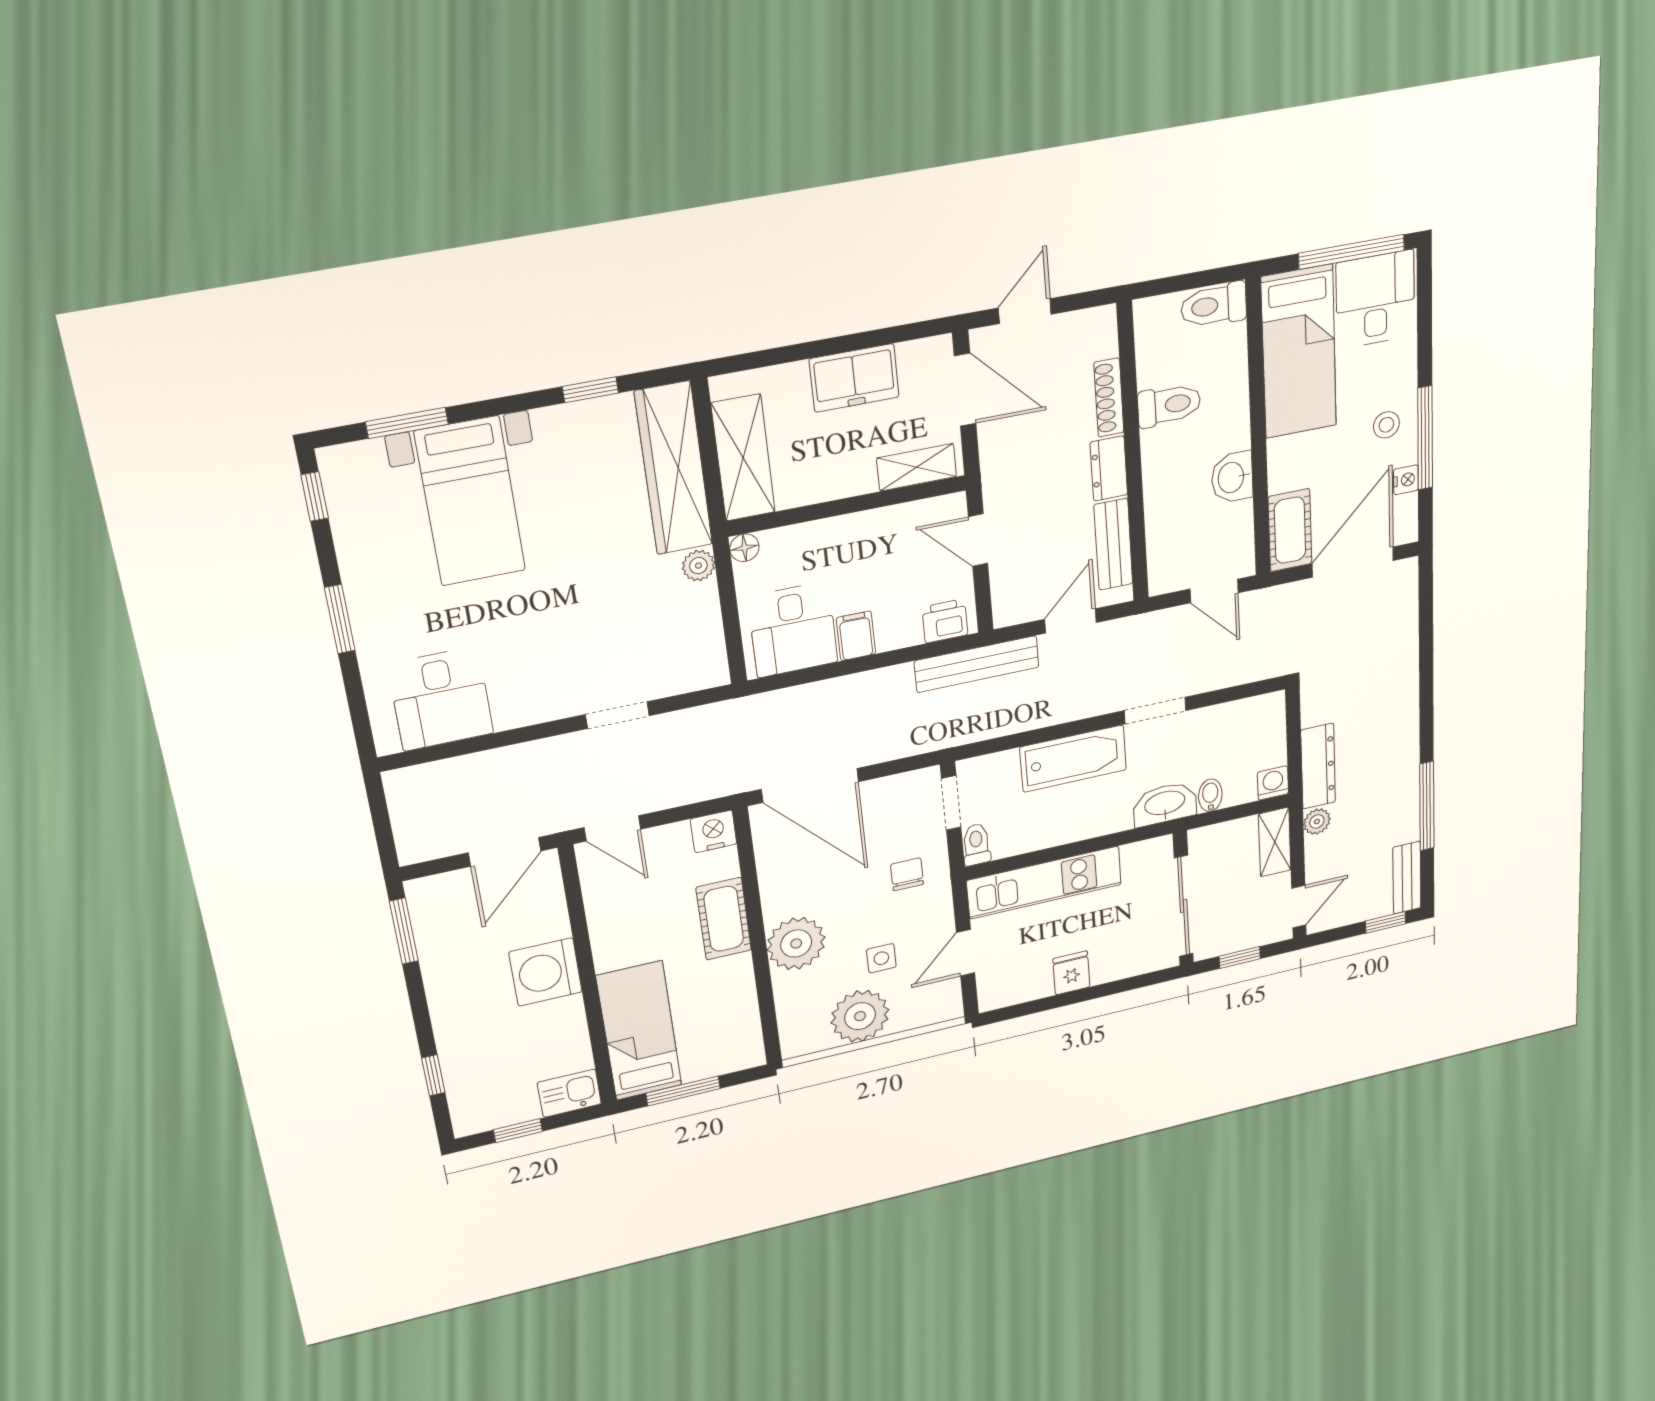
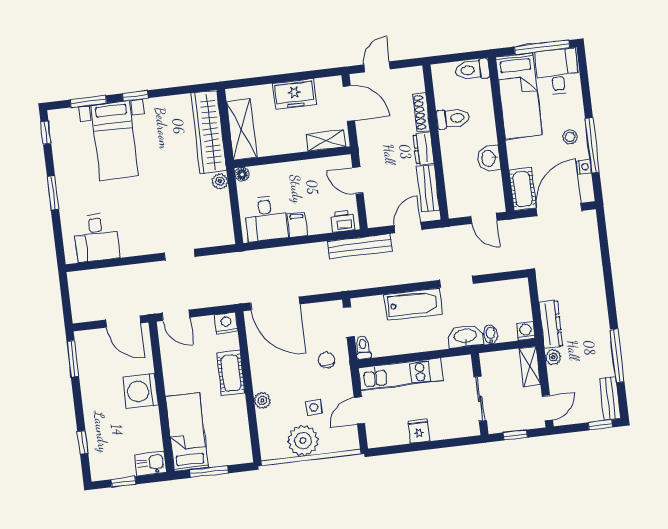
window: (590, 390) -> (135, 96), moved
door: (505, 852) -> (123, 322), hinge flipped
sliding door: (1184, 906) -> (480, 399), width x0.73
plant: (796, 944) -> (262, 400), width x0.53, depth x0.53

